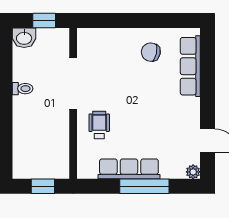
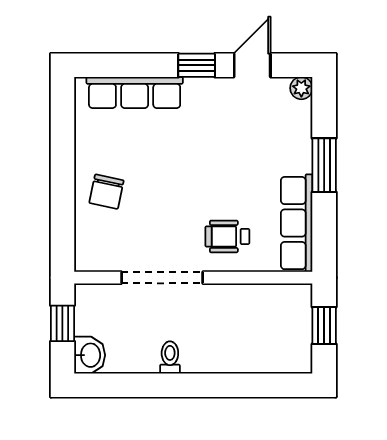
chair: (151, 52) -> (106, 192), moved
window: (208, 106) -> (197, 65), added
row of seats: (129, 169) -> (297, 223), moved
window: (144, 186) -> (324, 165), width x0.69

